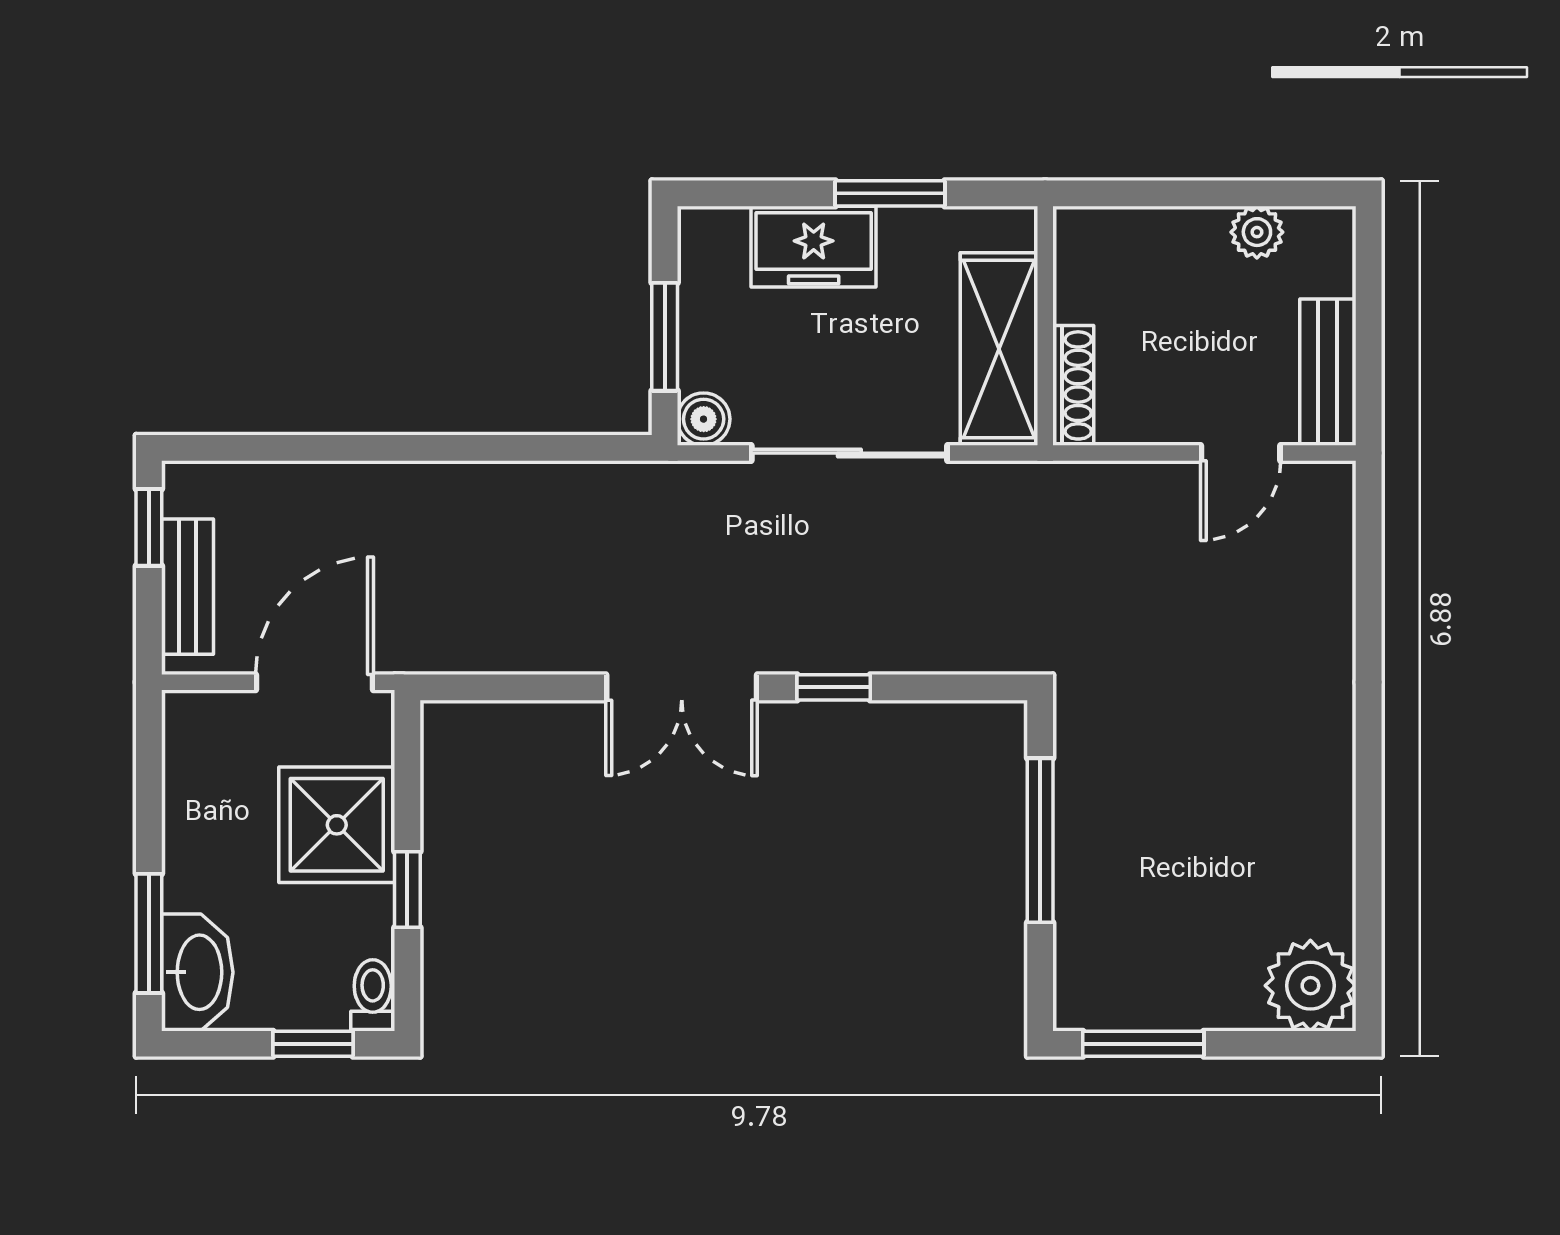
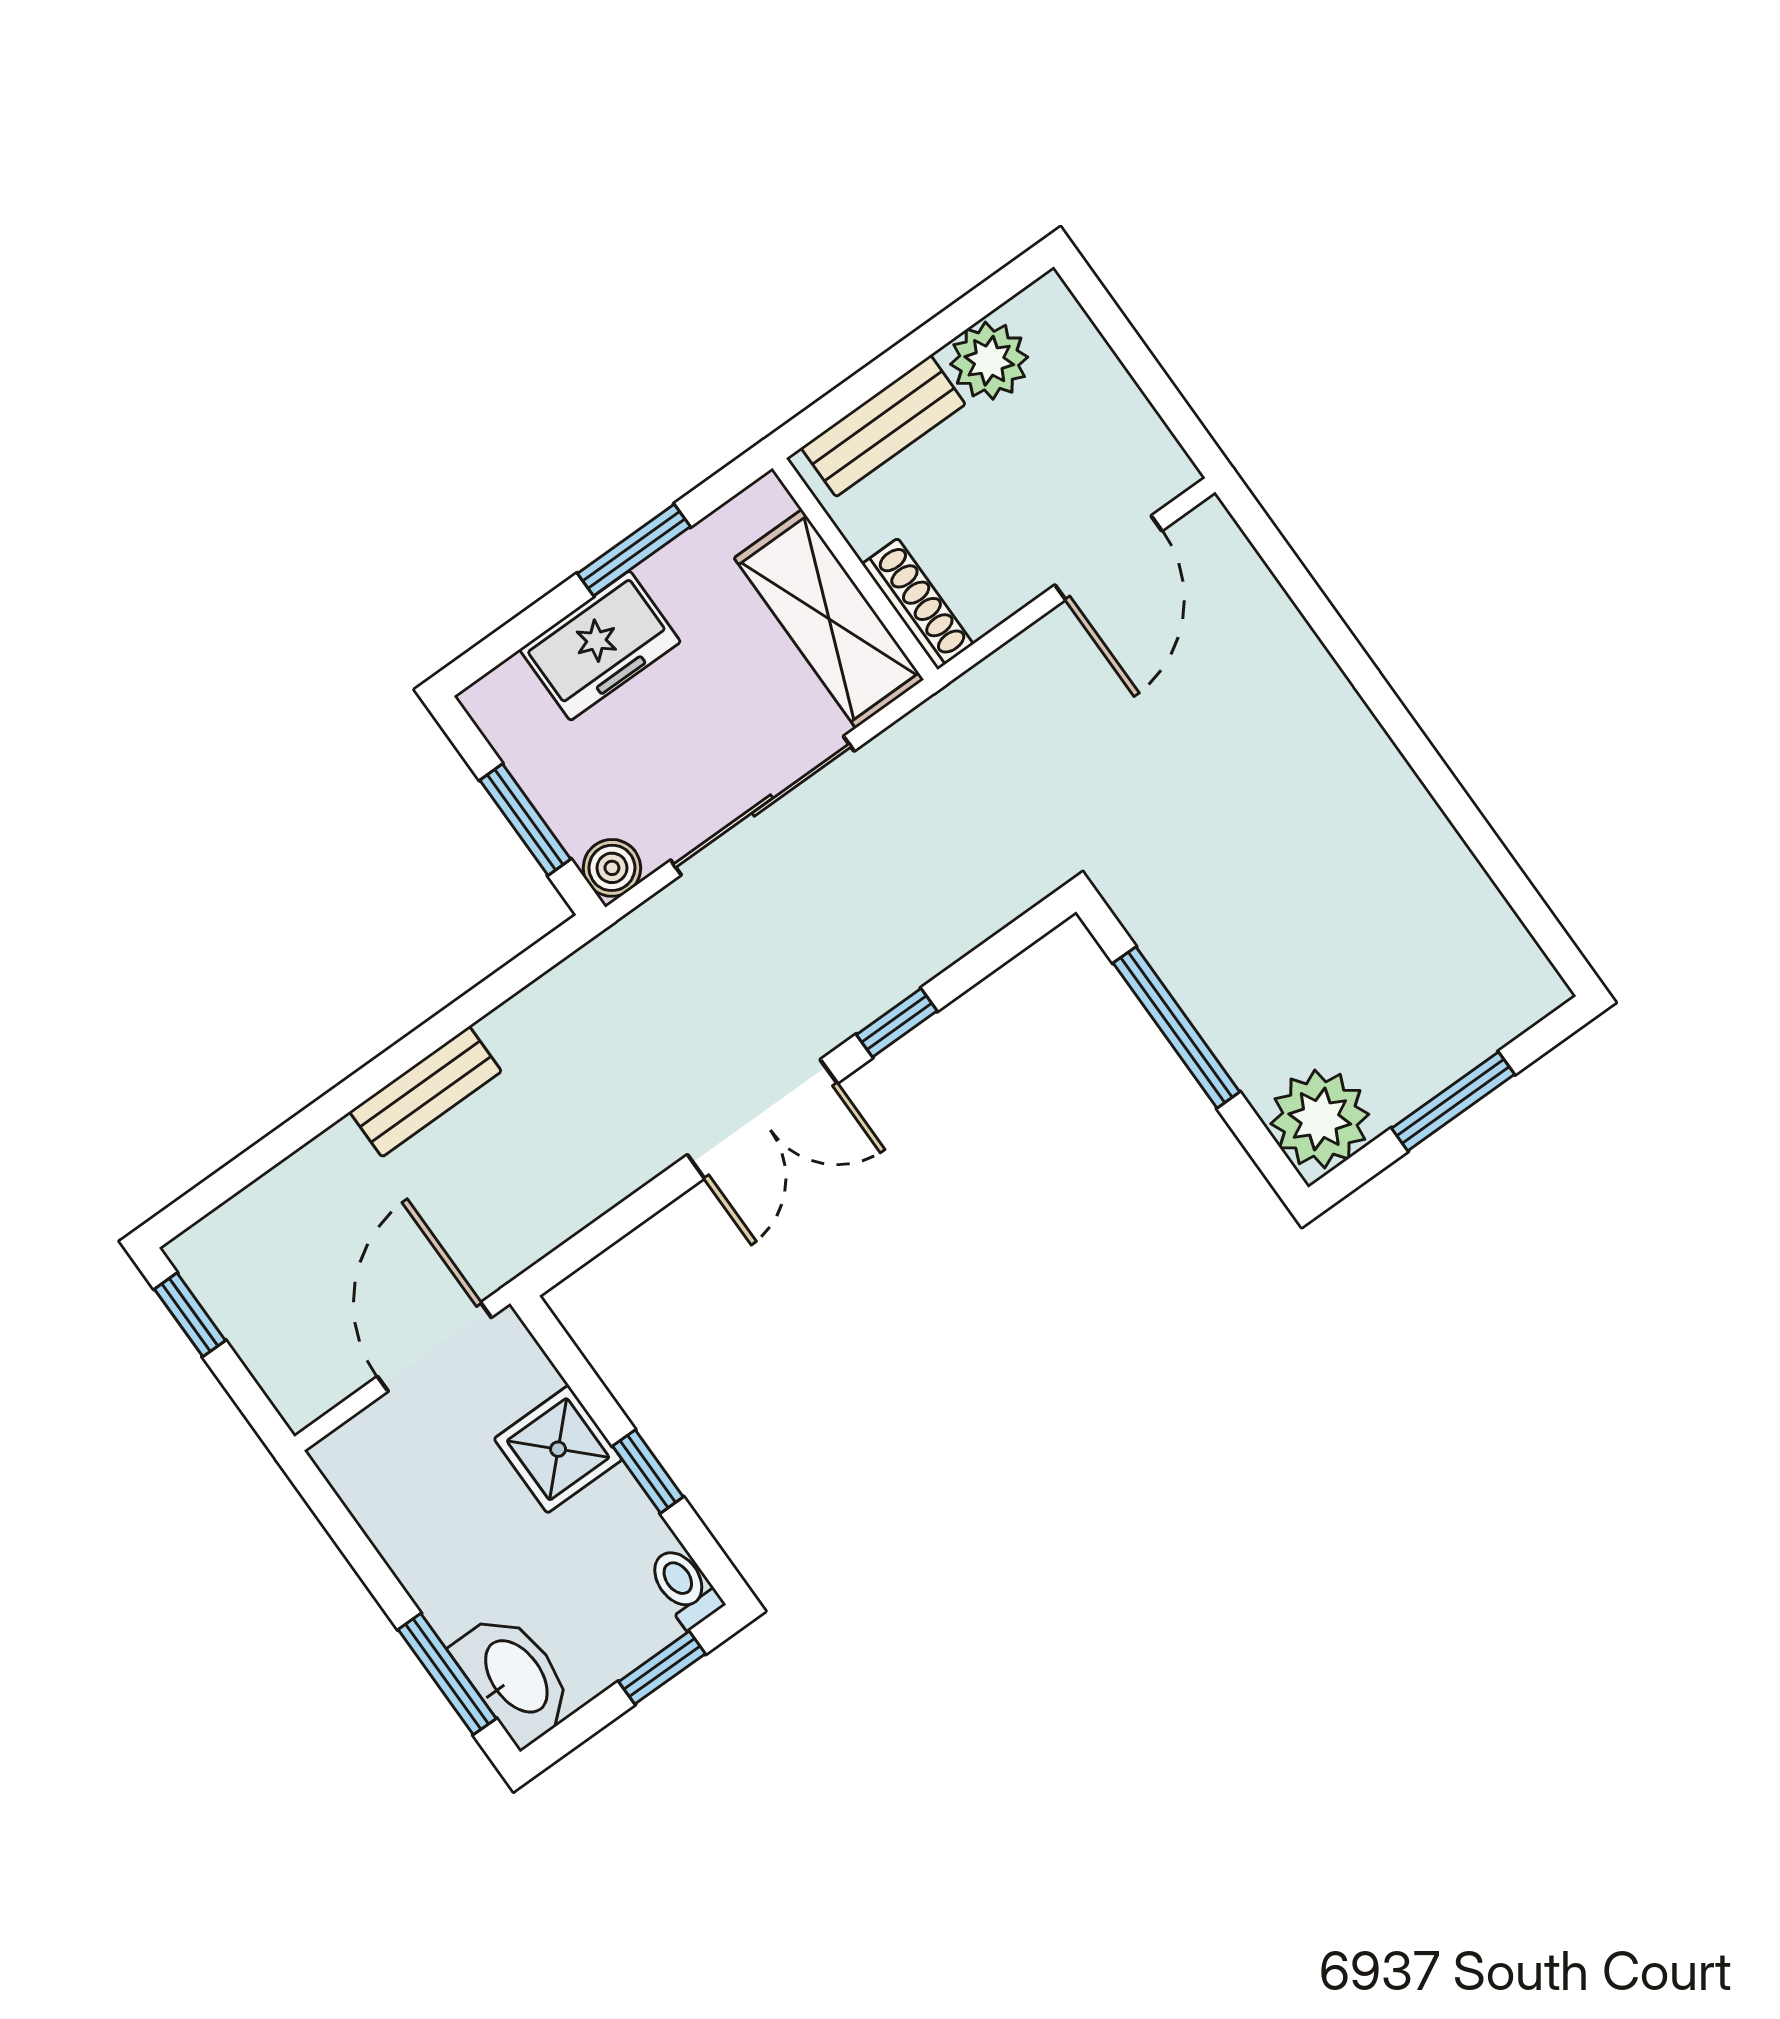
plant: (1257, 232) -> (989, 361), width x1.38, depth x1.38
bench: (1328, 372) -> (883, 426), moved, turned 90
door: (1241, 453) -> (1108, 558), width x1.38
bench: (188, 587) -> (426, 1092), moved, turned 90
shower: (337, 825) -> (558, 1449), width x0.73, depth x0.73
plant: (1310, 986) -> (1320, 1119), moved
window: (1143, 1044) -> (1453, 1101), moved

